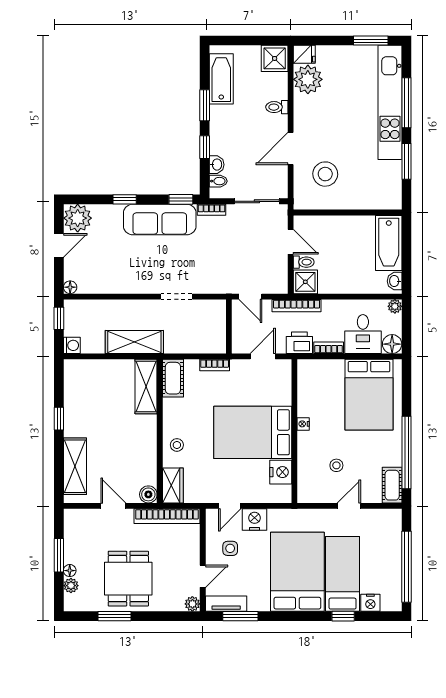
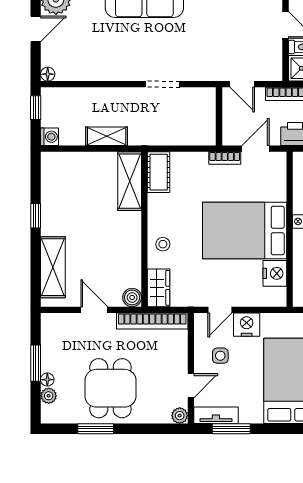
shelving: (134, 342) -> (107, 136), width x0.67, depth x0.75
bookcase: (215, 365) -> (225, 158), moved

